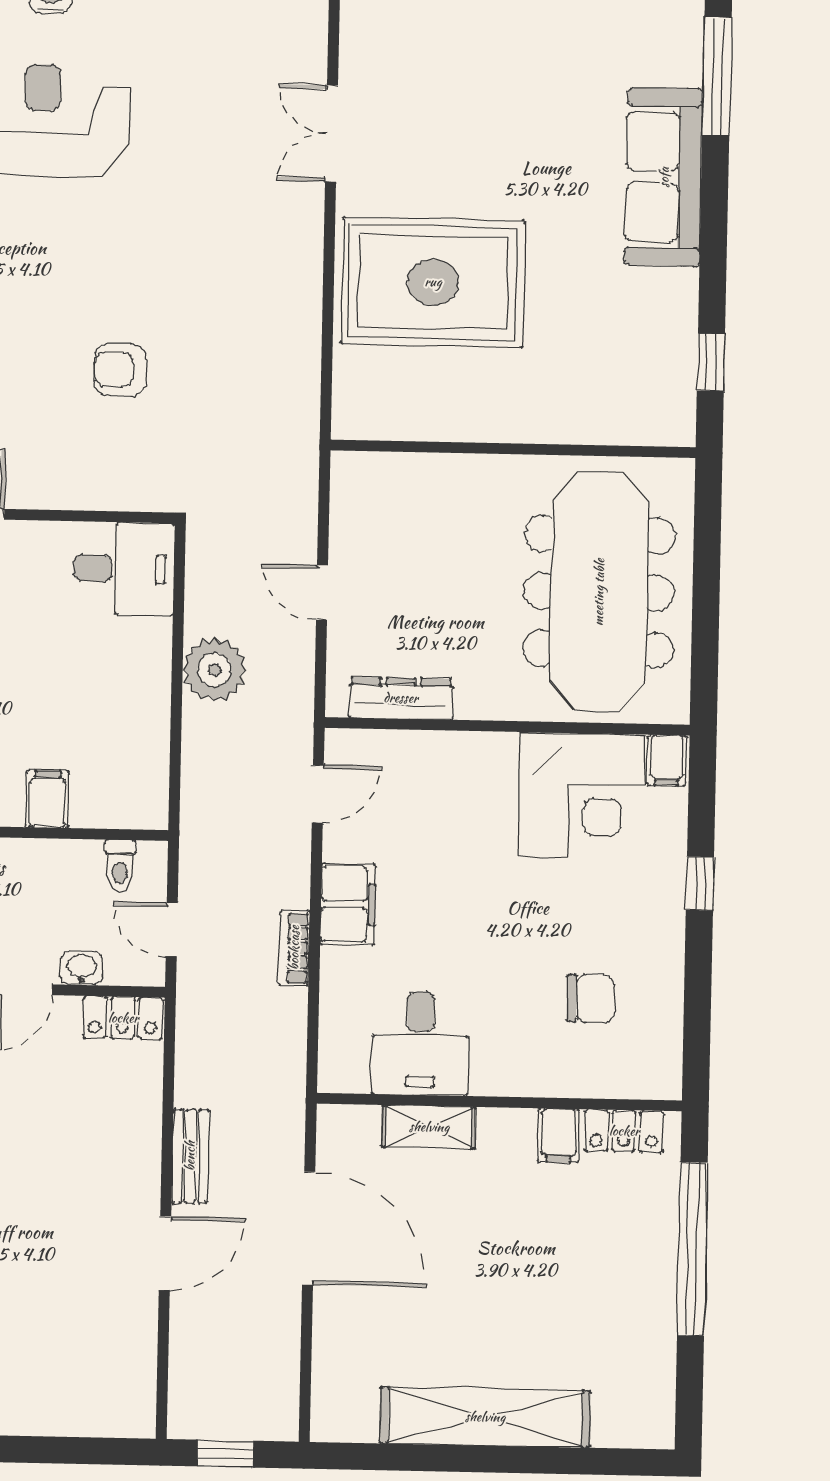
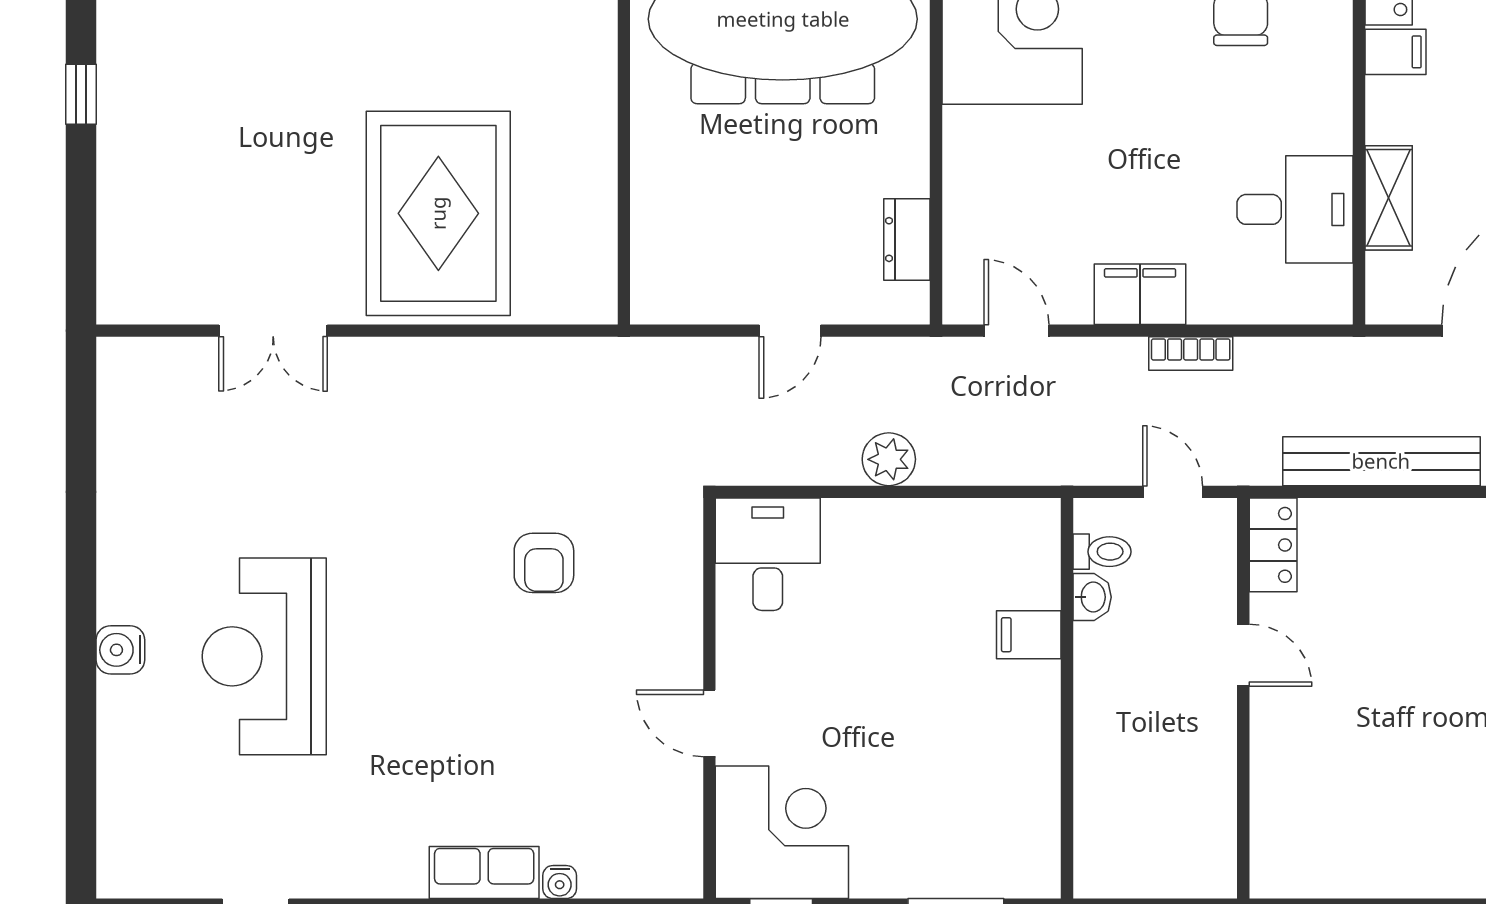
plant: (215, 670) -> (889, 459), width x0.73, depth x0.73
dresser: (401, 698) -> (907, 240), width x0.70
door: (172, 930) -> (1173, 492), swing flipped
washbasin: (81, 968) -> (1092, 597), moved, turned 180
bench: (190, 1156) -> (1381, 461), width x1.86, depth x1.21

